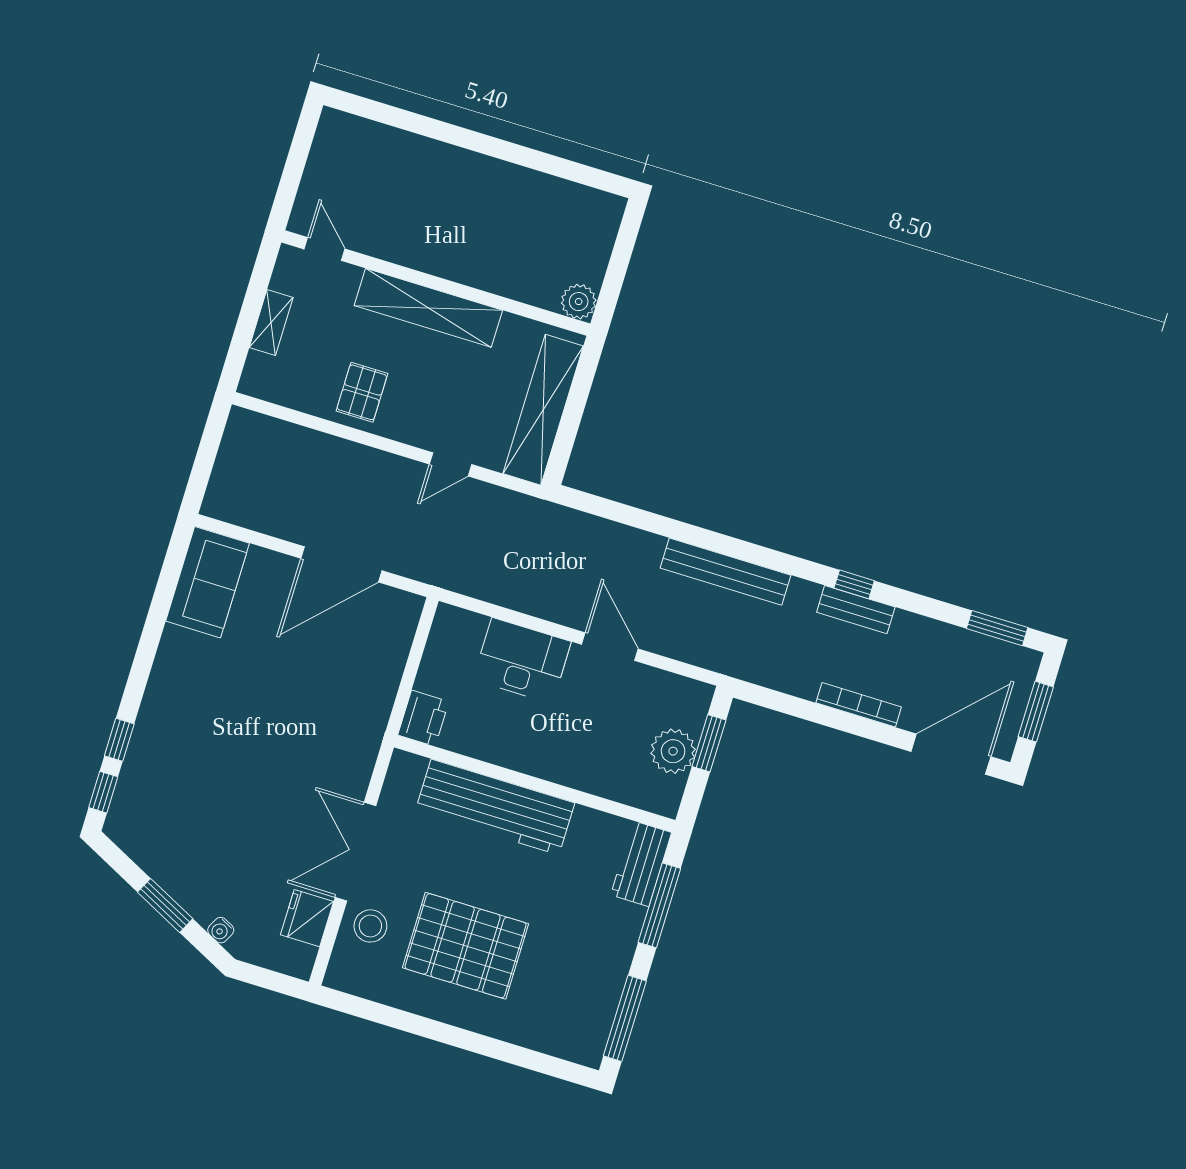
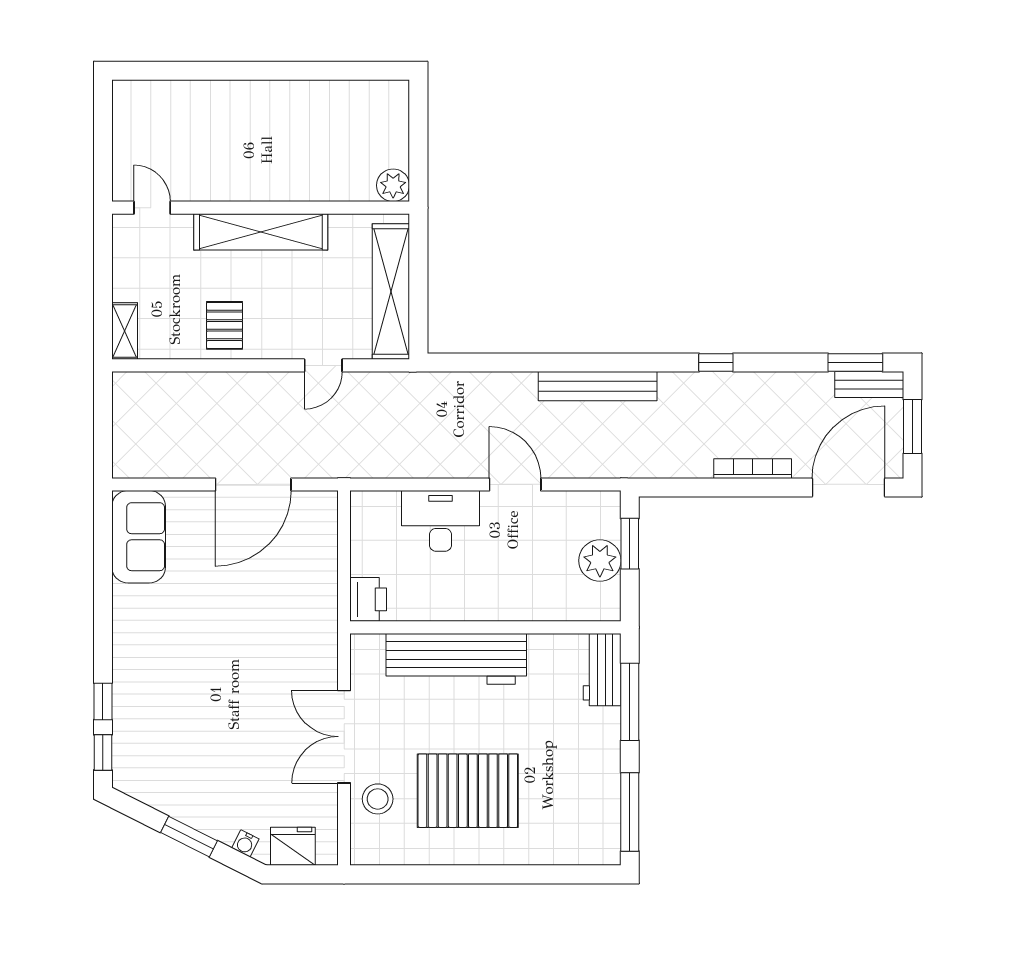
shelving: (271, 323) -> (125, 331), moved
bench: (856, 610) -> (869, 384), moved
fridge: (307, 918) -> (293, 846), moved, turned 90

